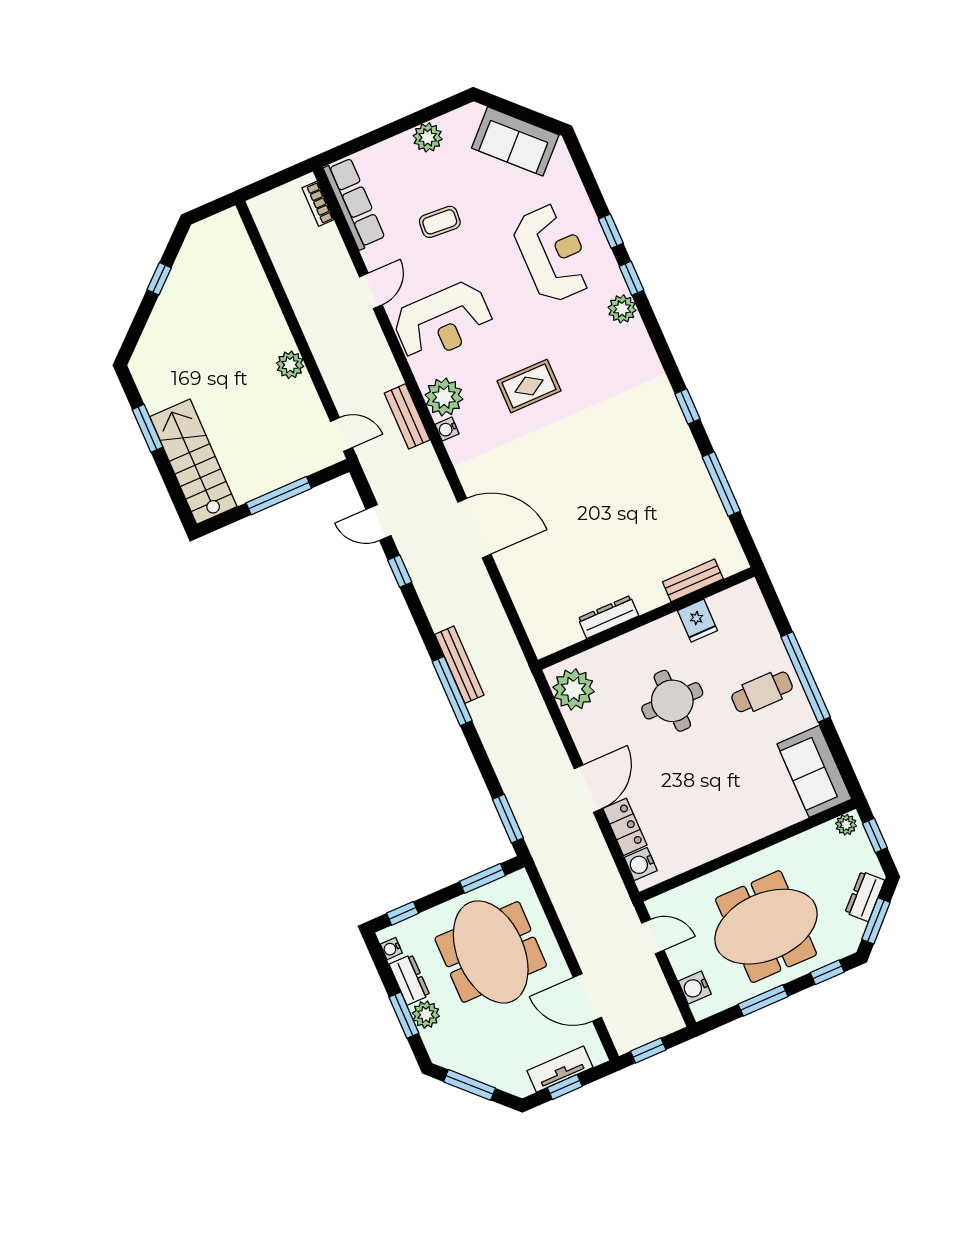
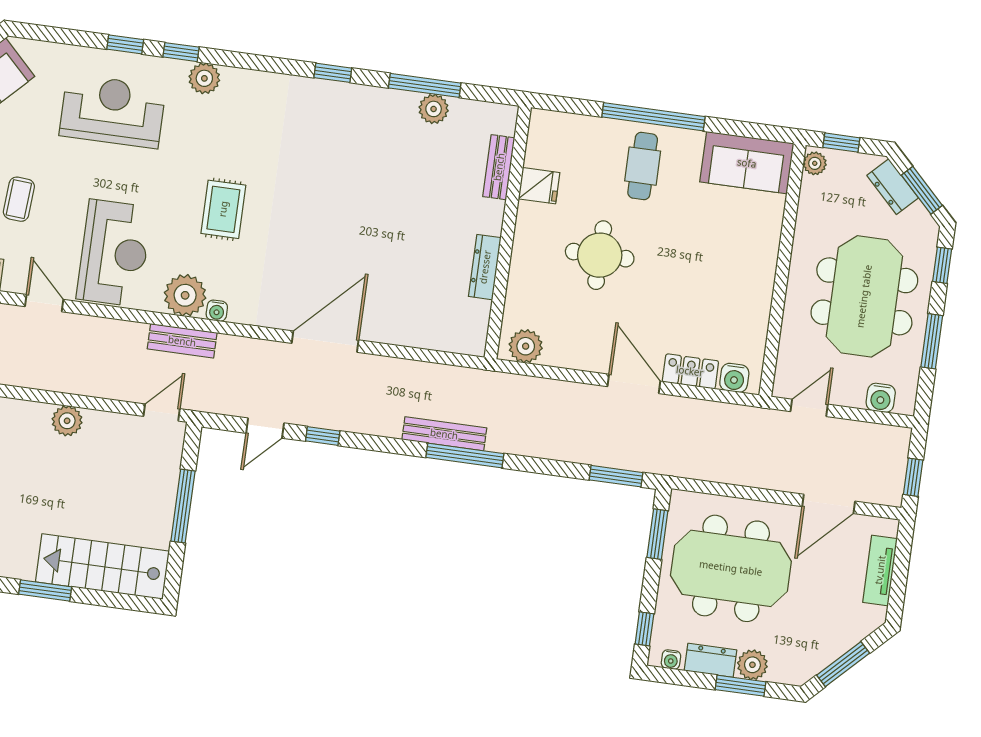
plant: (707, 502) -> (434, 109), added
plant: (574, 689) -> (526, 346), width x0.73, depth x0.73
window: (565, 1087) -> (900, 576), removed

